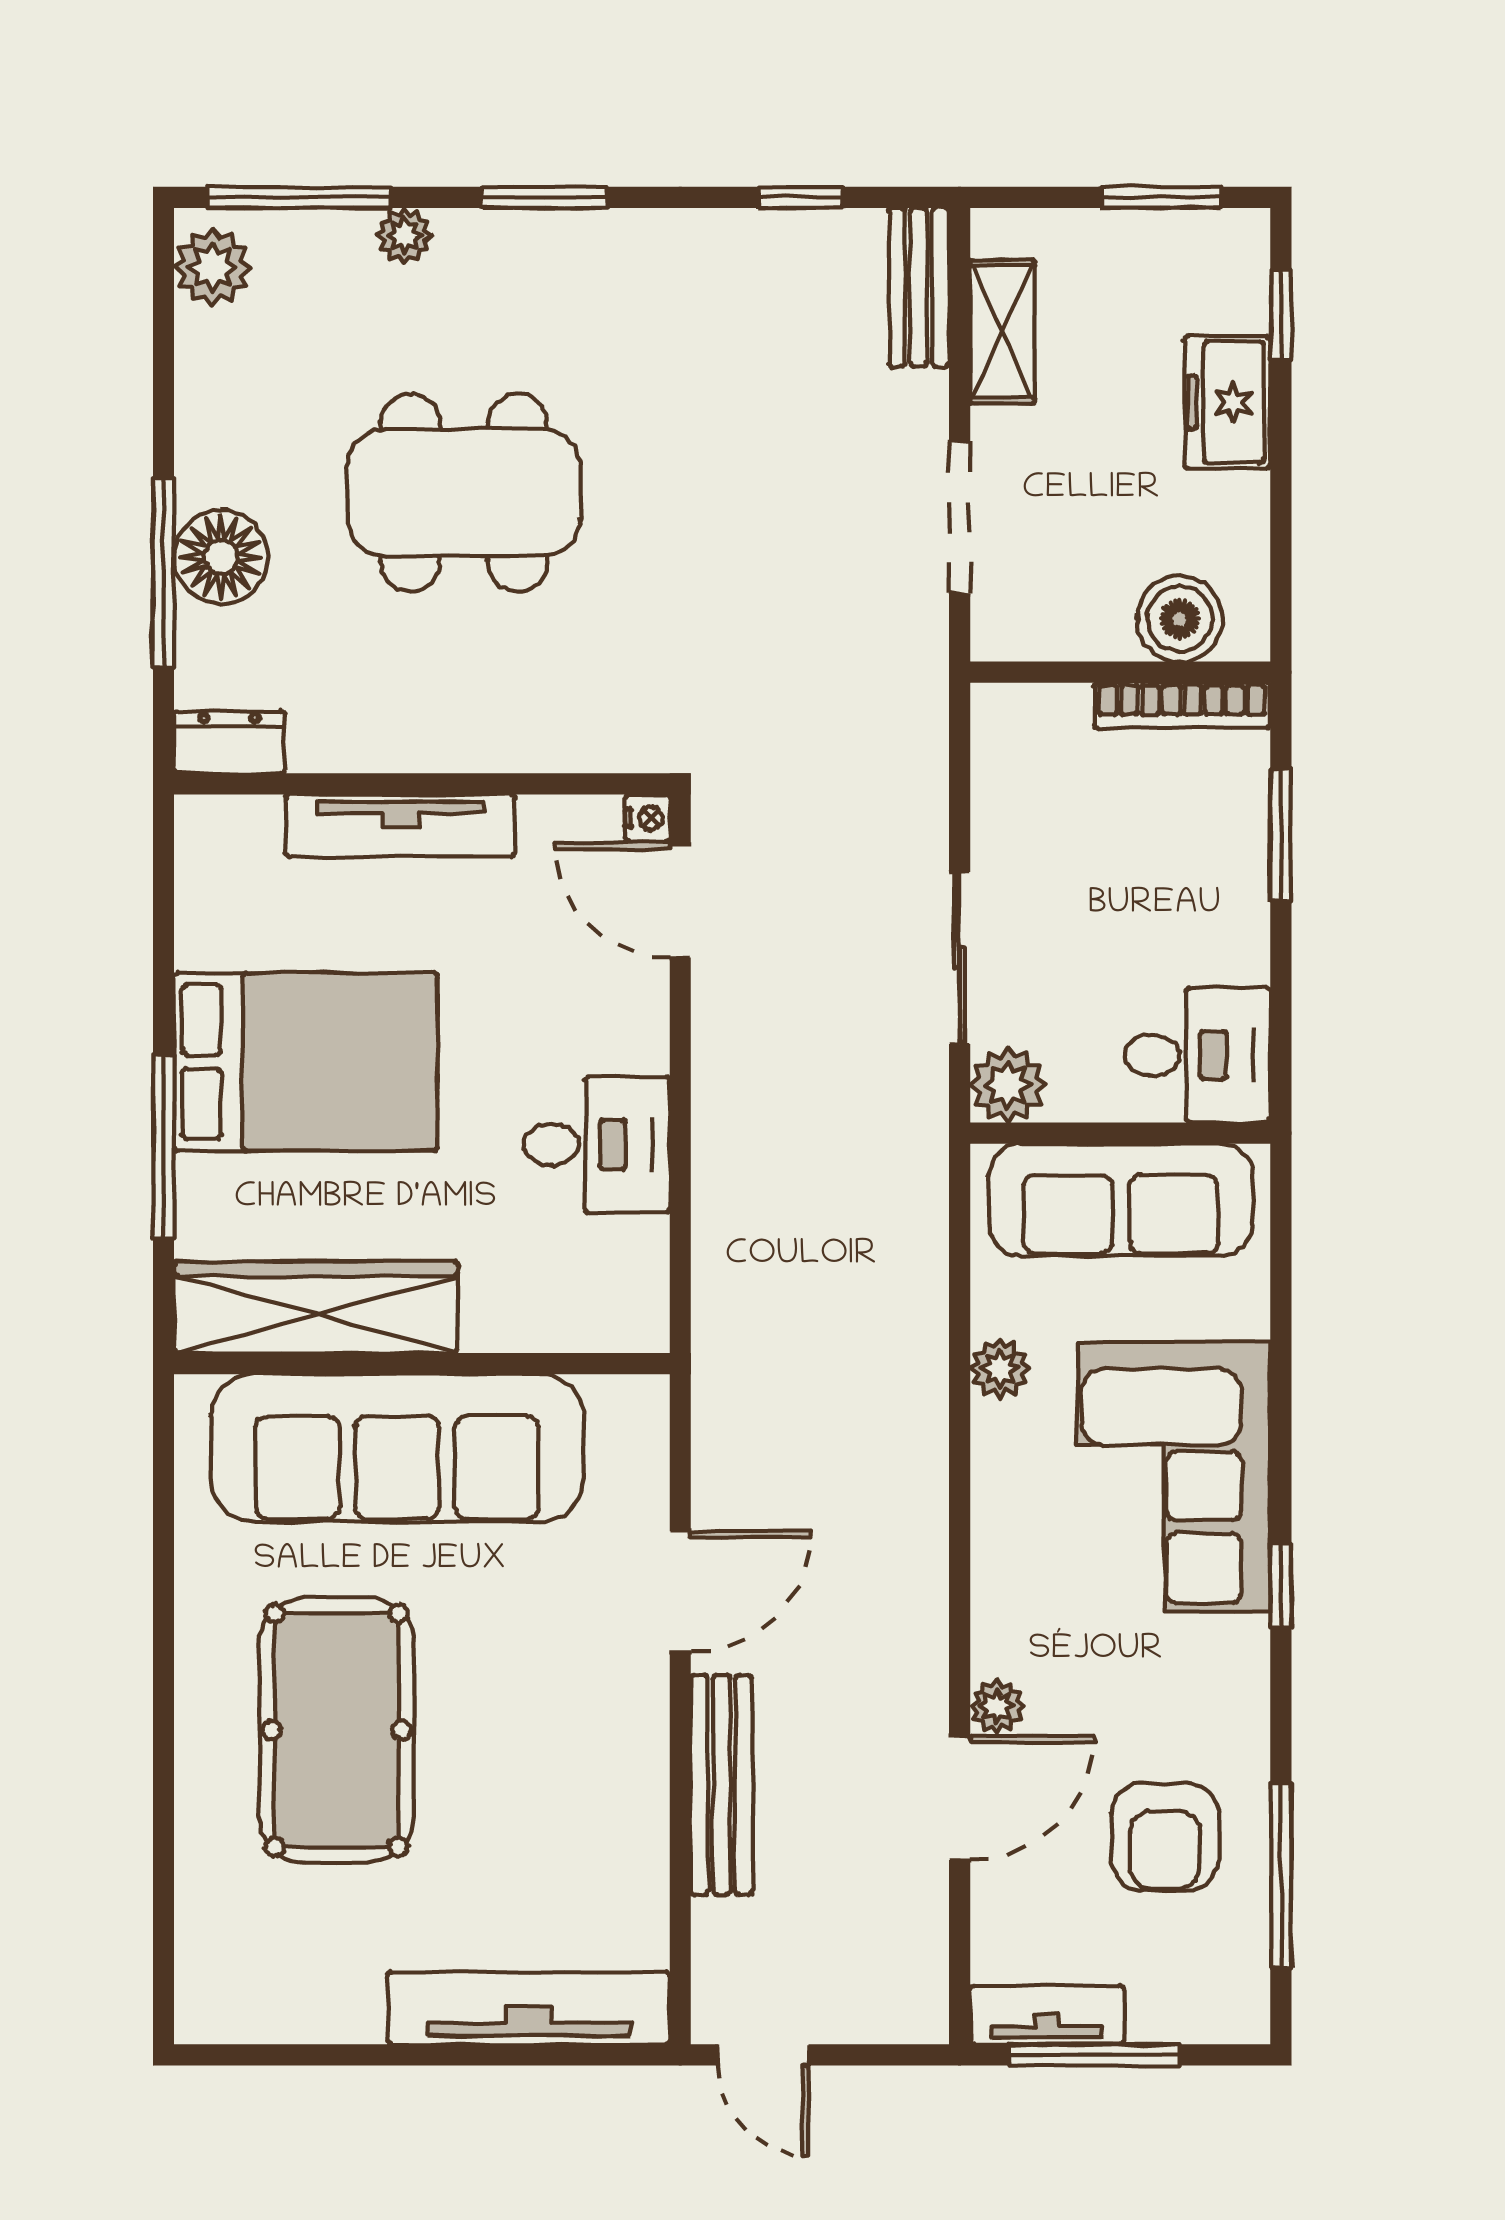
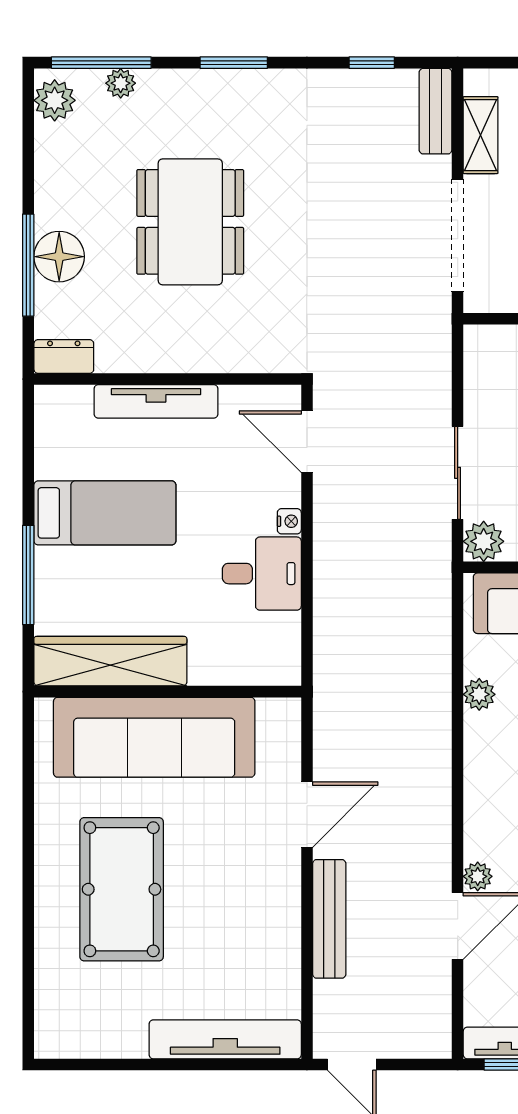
plant: (404, 236) -> (121, 83), moved
dining table: (464, 493) -> (190, 222), turned 90
doorway: (960, 517) -> (458, 235), width x1.36
nightstand: (648, 818) -> (289, 521), moved
bed: (306, 1062) -> (105, 513), width x0.67

